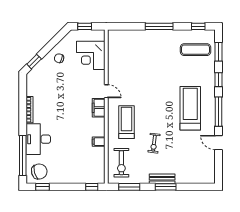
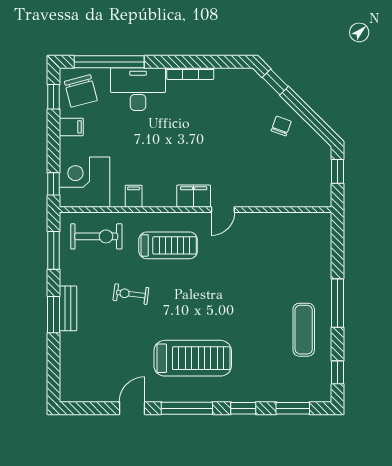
exercise mat: (196, 50) -> (304, 330), moved
corner desk: (91, 55) -> (84, 182), moved
exercise bike: (121, 163) -> (96, 236), turned 180
filing cabinet: (60, 177) -> (71, 127), added

